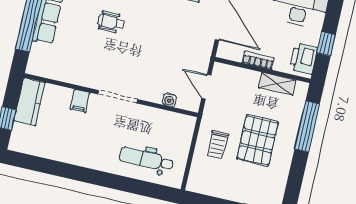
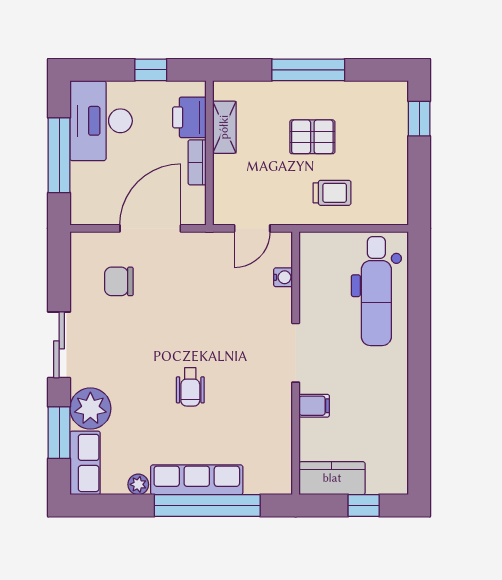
printer: (304, 58) -> (189, 117), moved, turned 90
window: (307, 126) -> (308, 70), moved
pallet: (258, 140) -> (312, 137), width x0.67, depth x0.71
dental chair: (146, 159) -> (376, 291), width x1.36, depth x1.38

